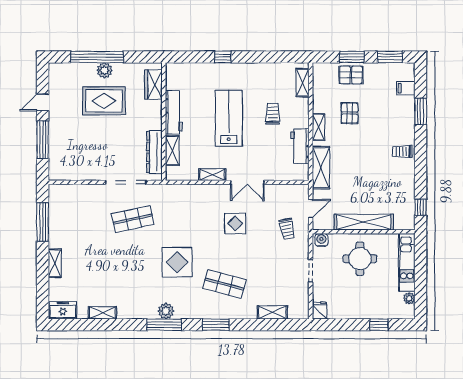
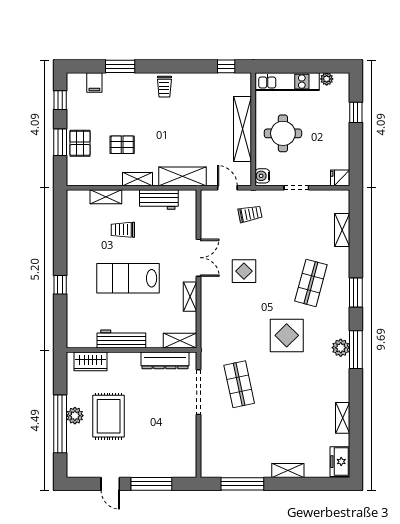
window: (390, 57) -> (60, 100), width x0.67
shelving: (303, 83) -> (106, 197), moved
shelving: (172, 151) -> (180, 341), moved

